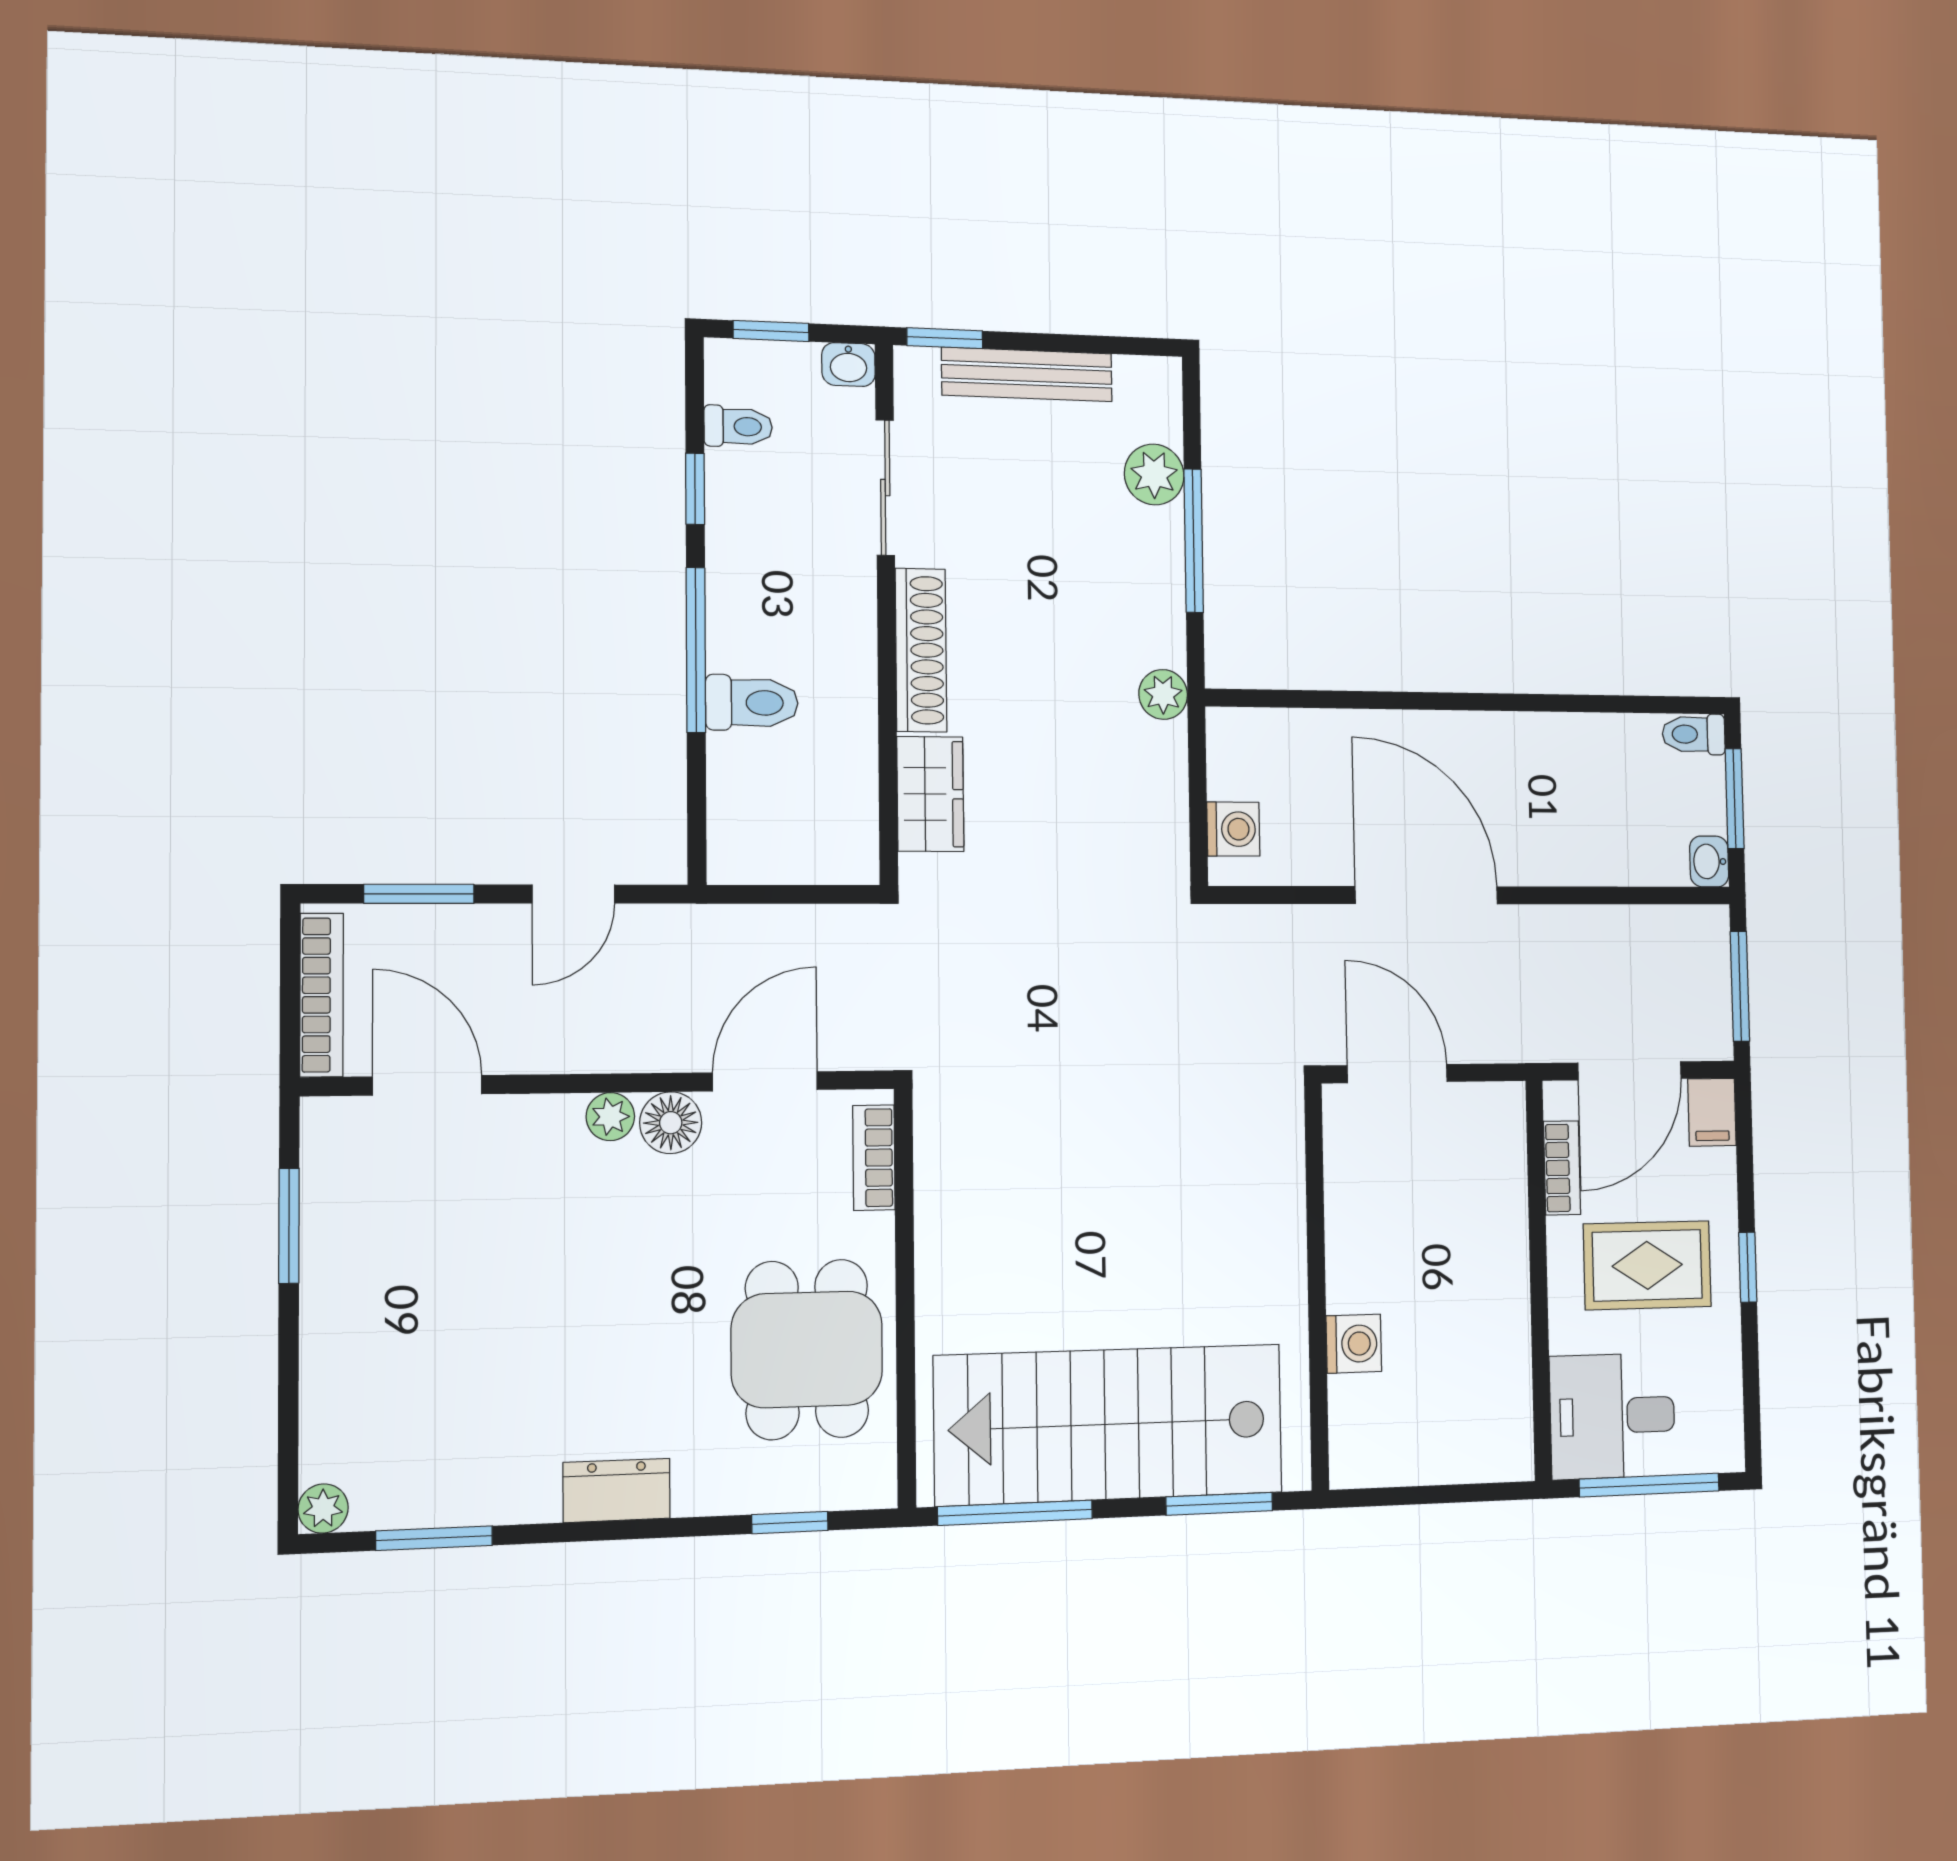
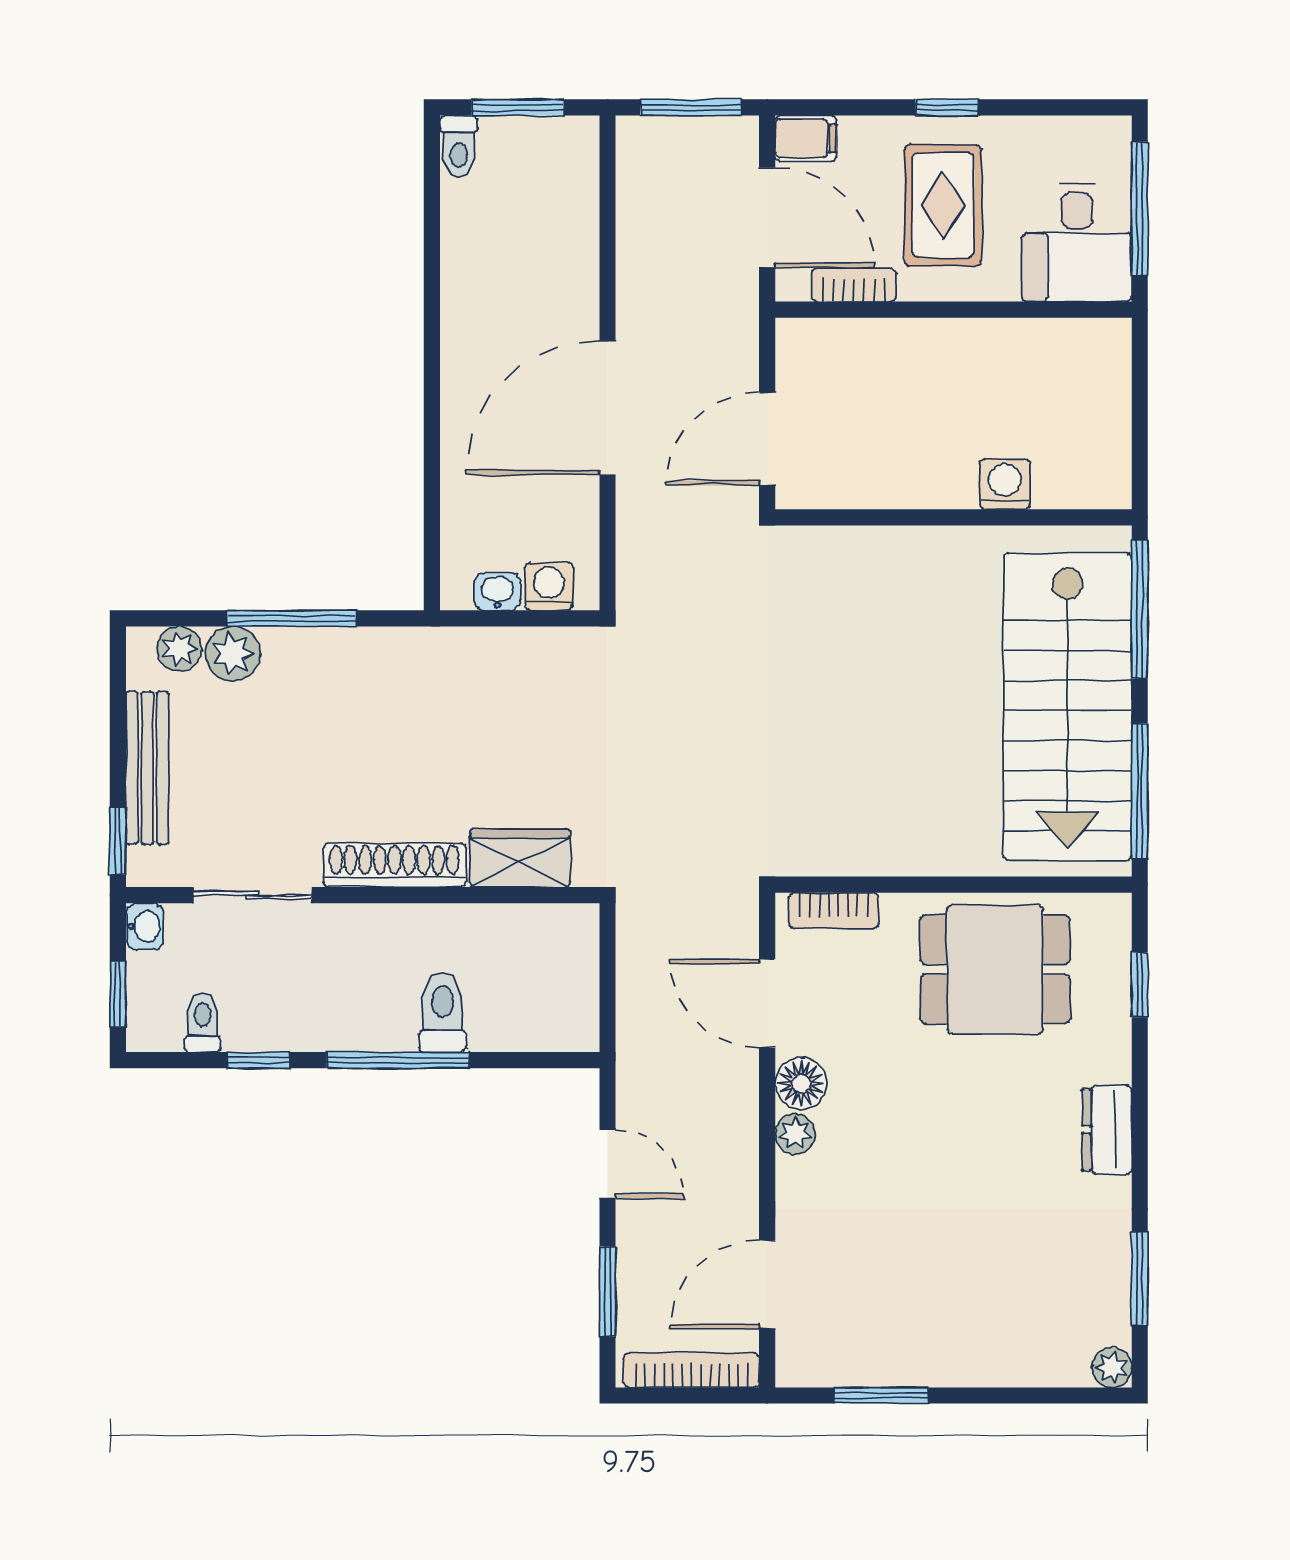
plant: (1163, 694) -> (179, 649), moved
washbasin: (1709, 861) -> (497, 592), moved, turned 180
window: (1219, 1504) -> (1140, 609), width x1.44

